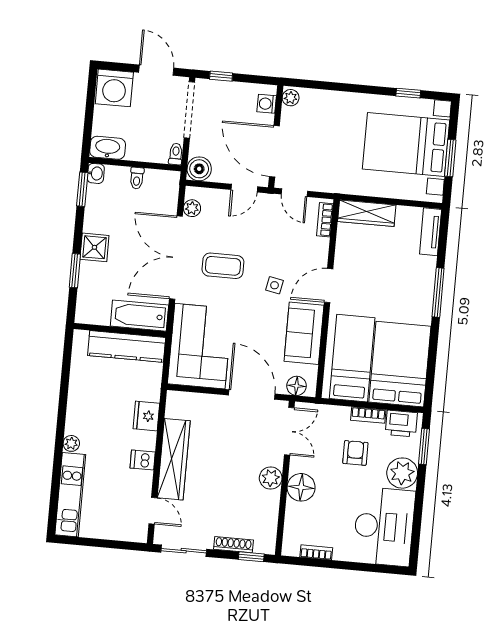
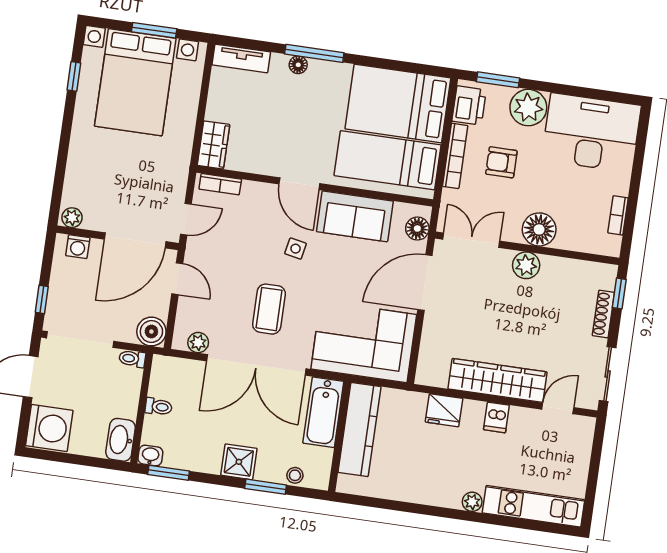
wardrobe: (367, 213) -> (213, 145), width x0.67
floor lamp: (428, 279) -> (298, 65), added
stool: (86, 295) -> (295, 475), added
bookcase: (368, 415) -> (455, 156), width x1.56

